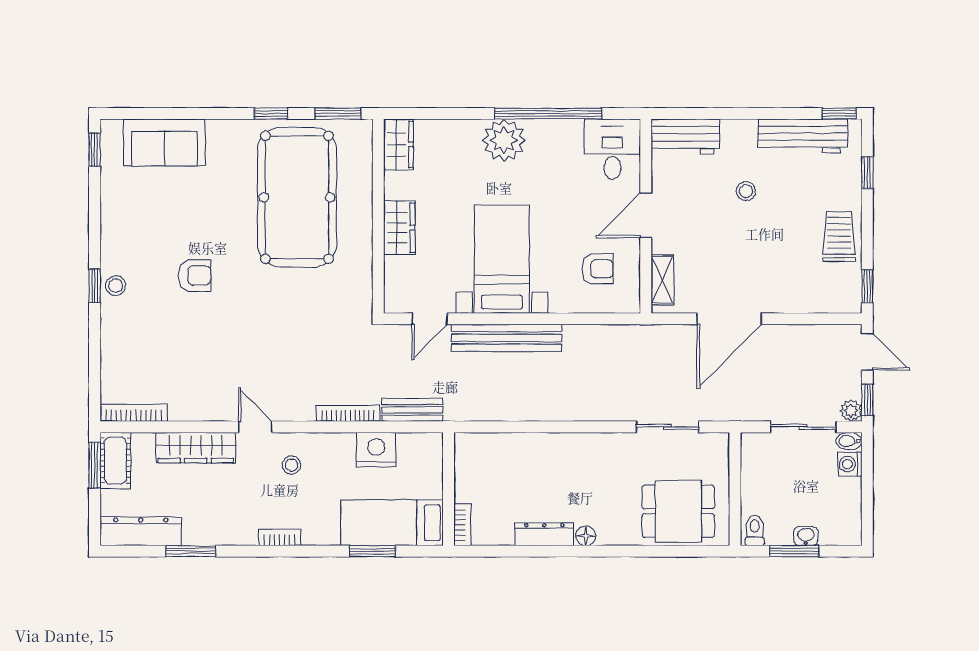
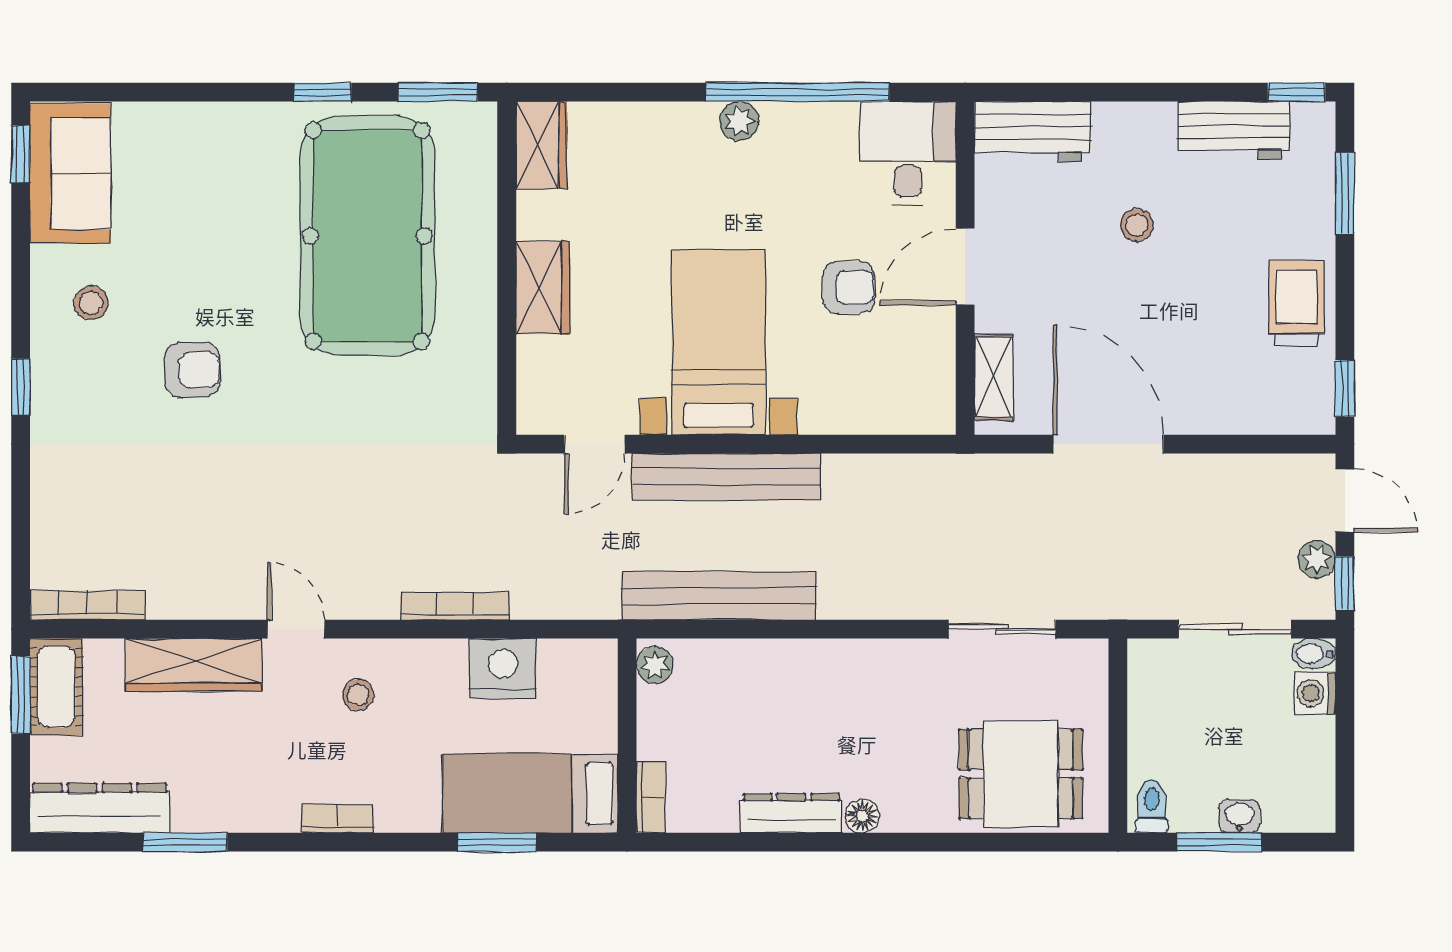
workbench: (803, 136) -> (1234, 130), width x0.73
plant: (504, 140) -> (739, 121), width x0.53, depth x0.53
sofa: (165, 142) -> (70, 173), moved, turned -90
window: (867, 173) -> (1345, 193), width x1.50
armchair: (598, 269) -> (849, 287), moved
stool: (116, 286) -> (91, 303), moved
door: (729, 319) -> (1108, 444), swing flipped
bench: (412, 410) -> (719, 596), moved, width x1.86, depth x1.21
plant: (851, 411) -> (1317, 559), moved
plant: (465, 448) -> (655, 665), added

